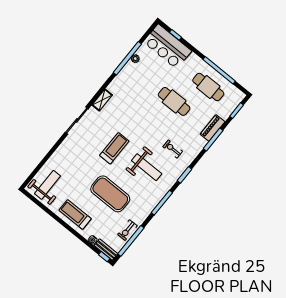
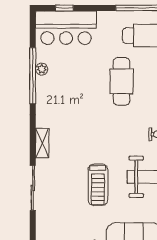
cafe table: (174, 101) -> (121, 81), turned 90
treadmill: (114, 148) -> (98, 185), turned 180

